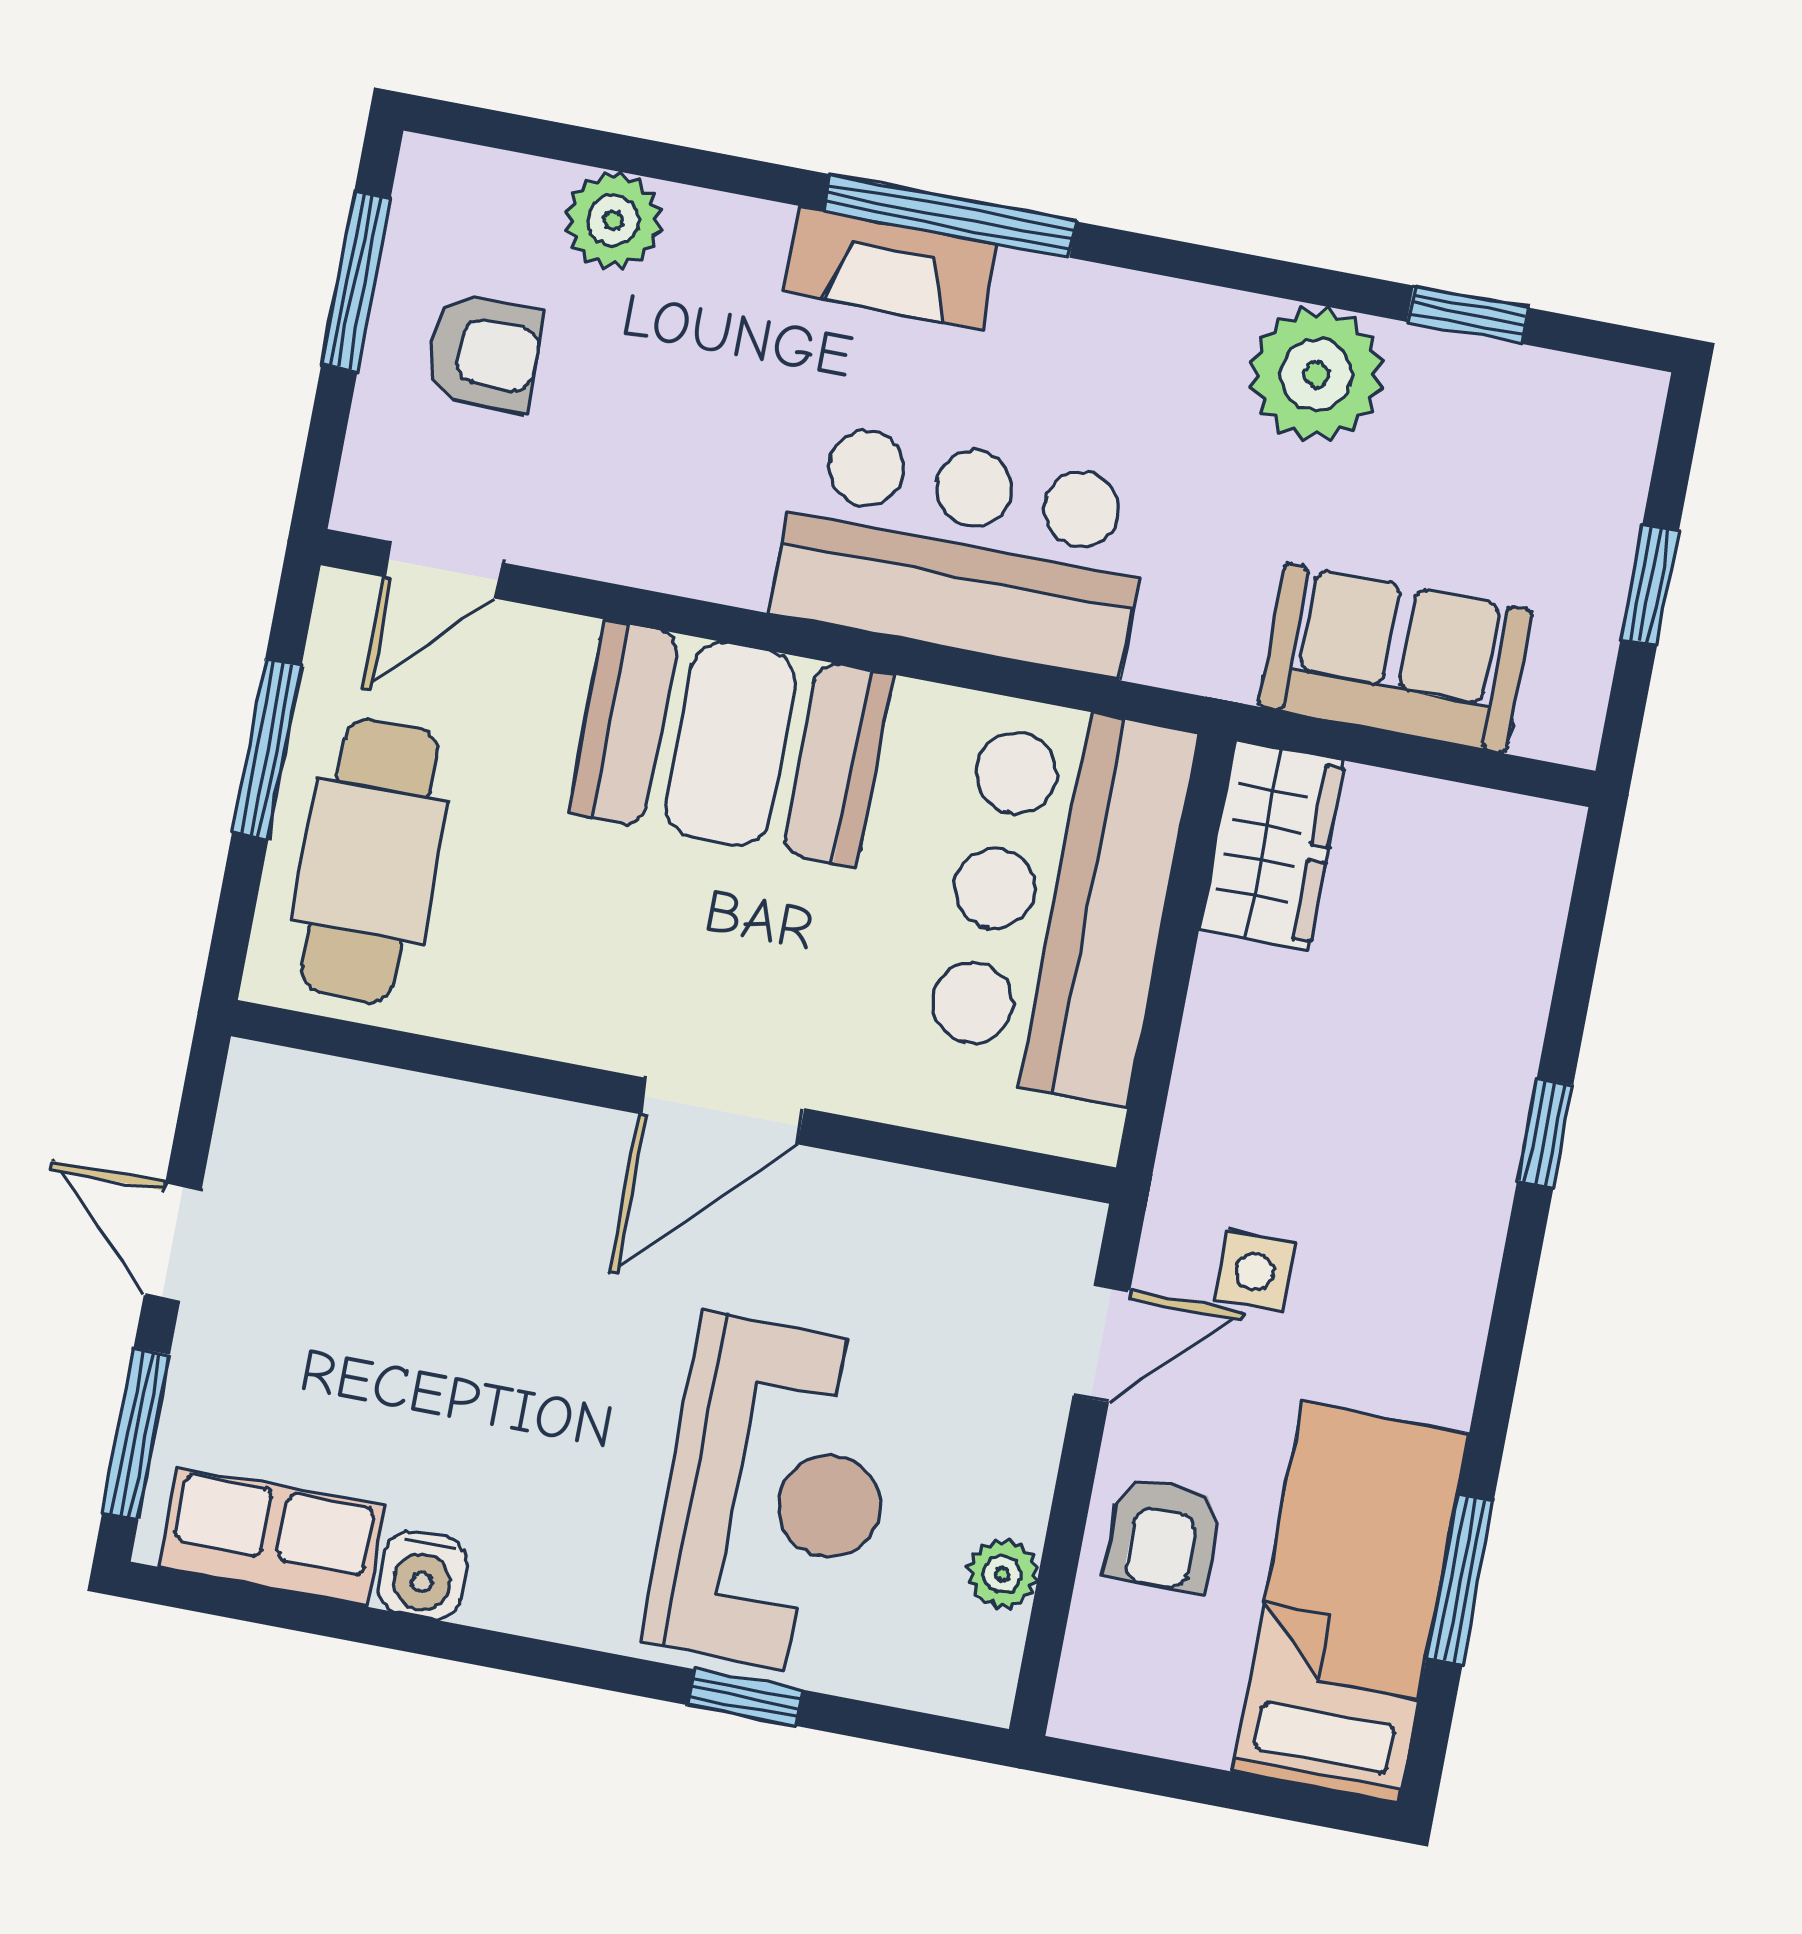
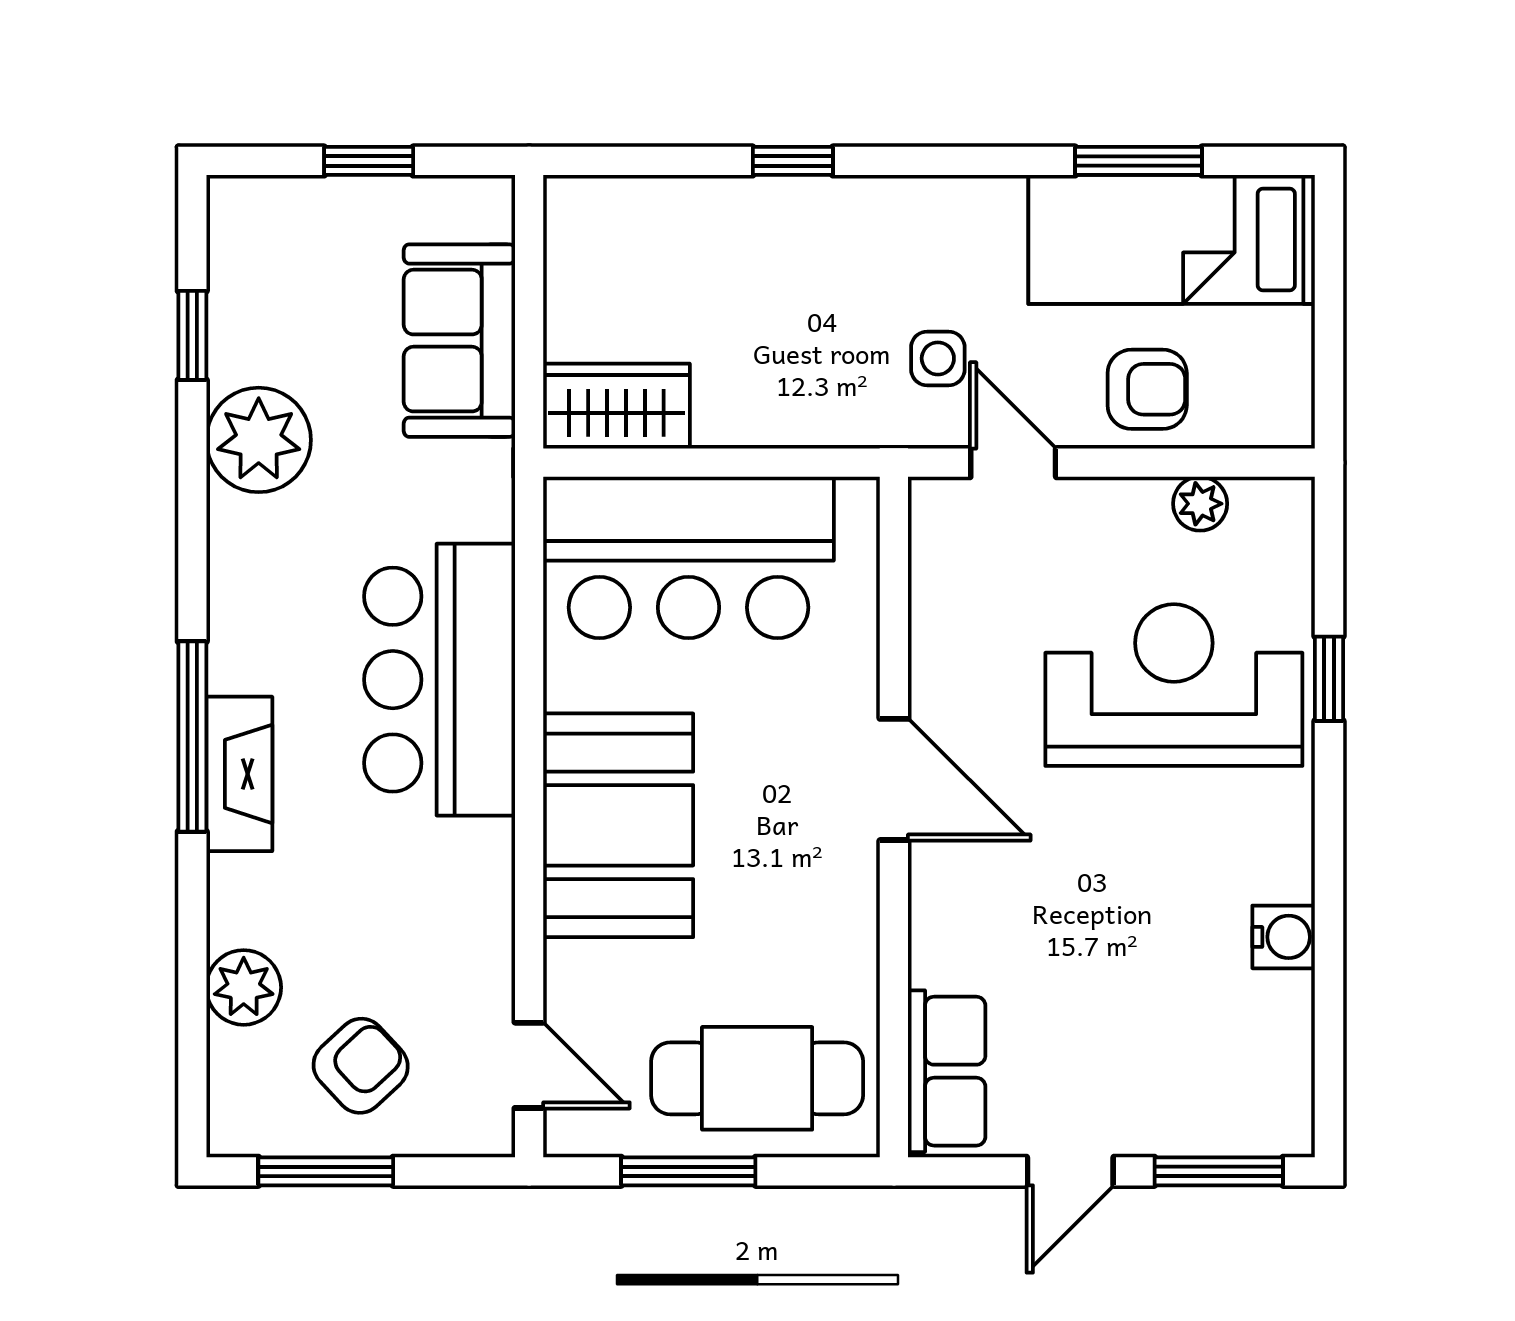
armchair: (484, 352) -> (361, 1066), turned 47
row of seats: (272, 1537) -> (947, 1071), moved, turned 180

